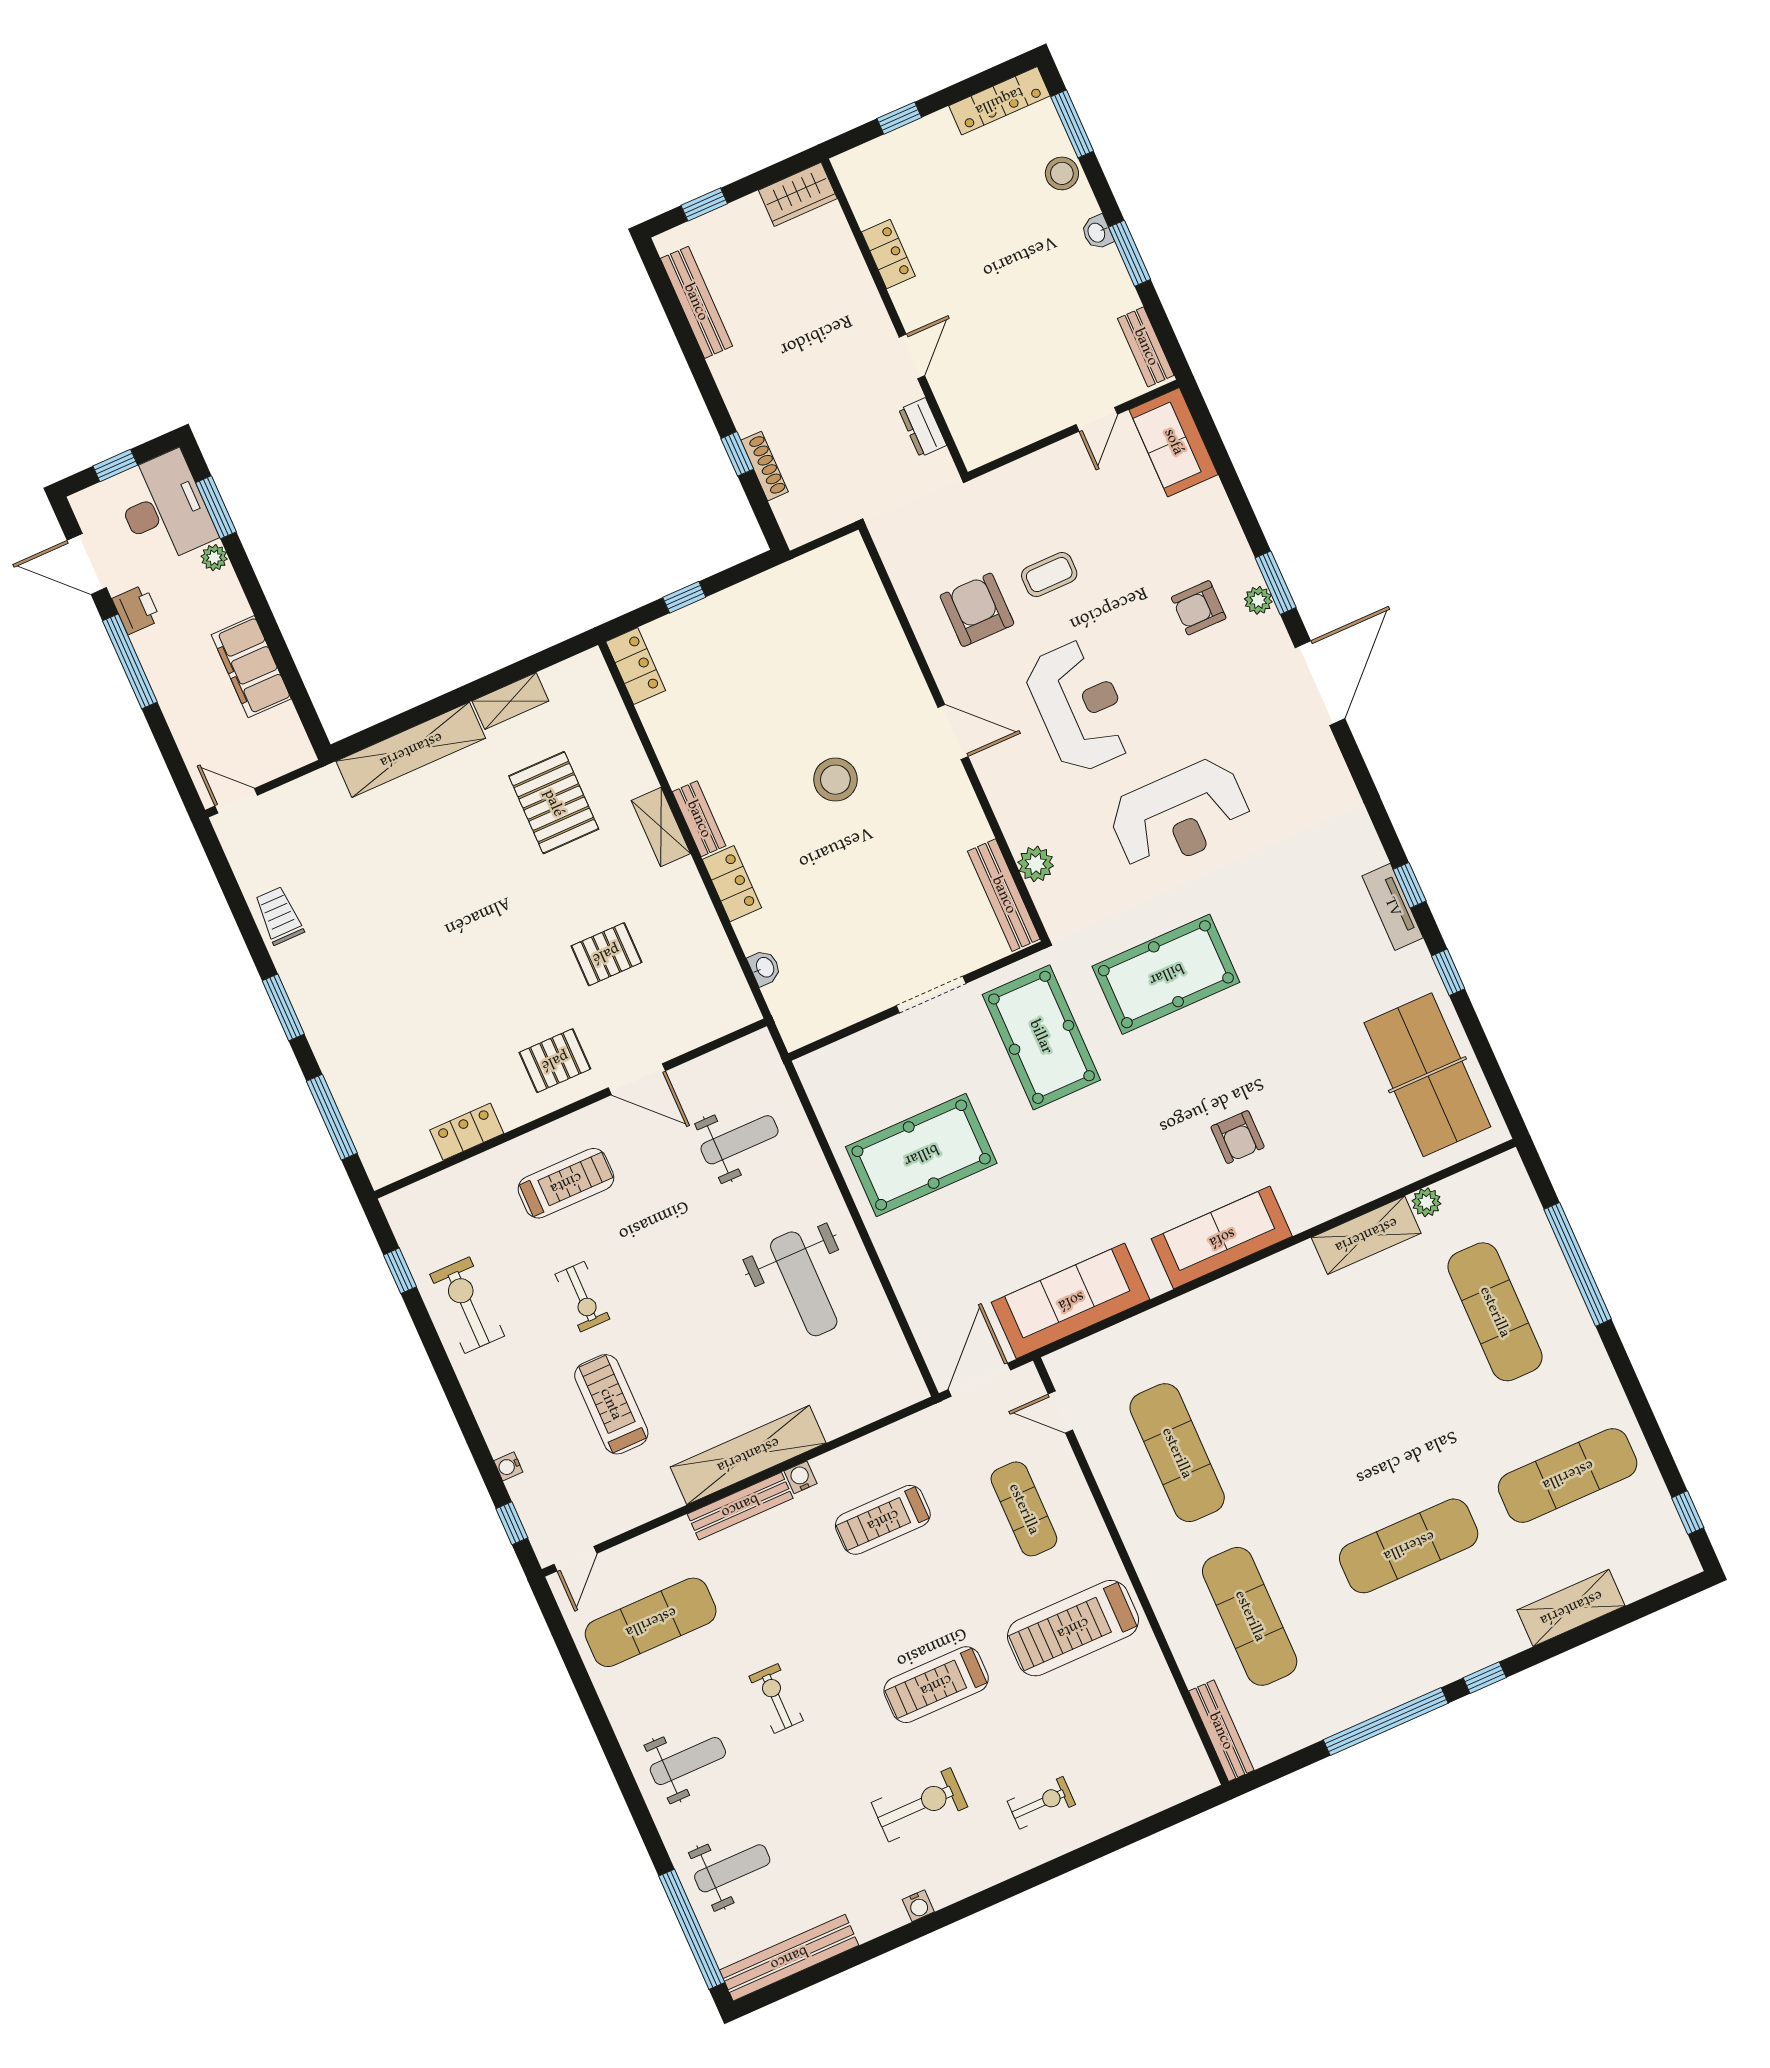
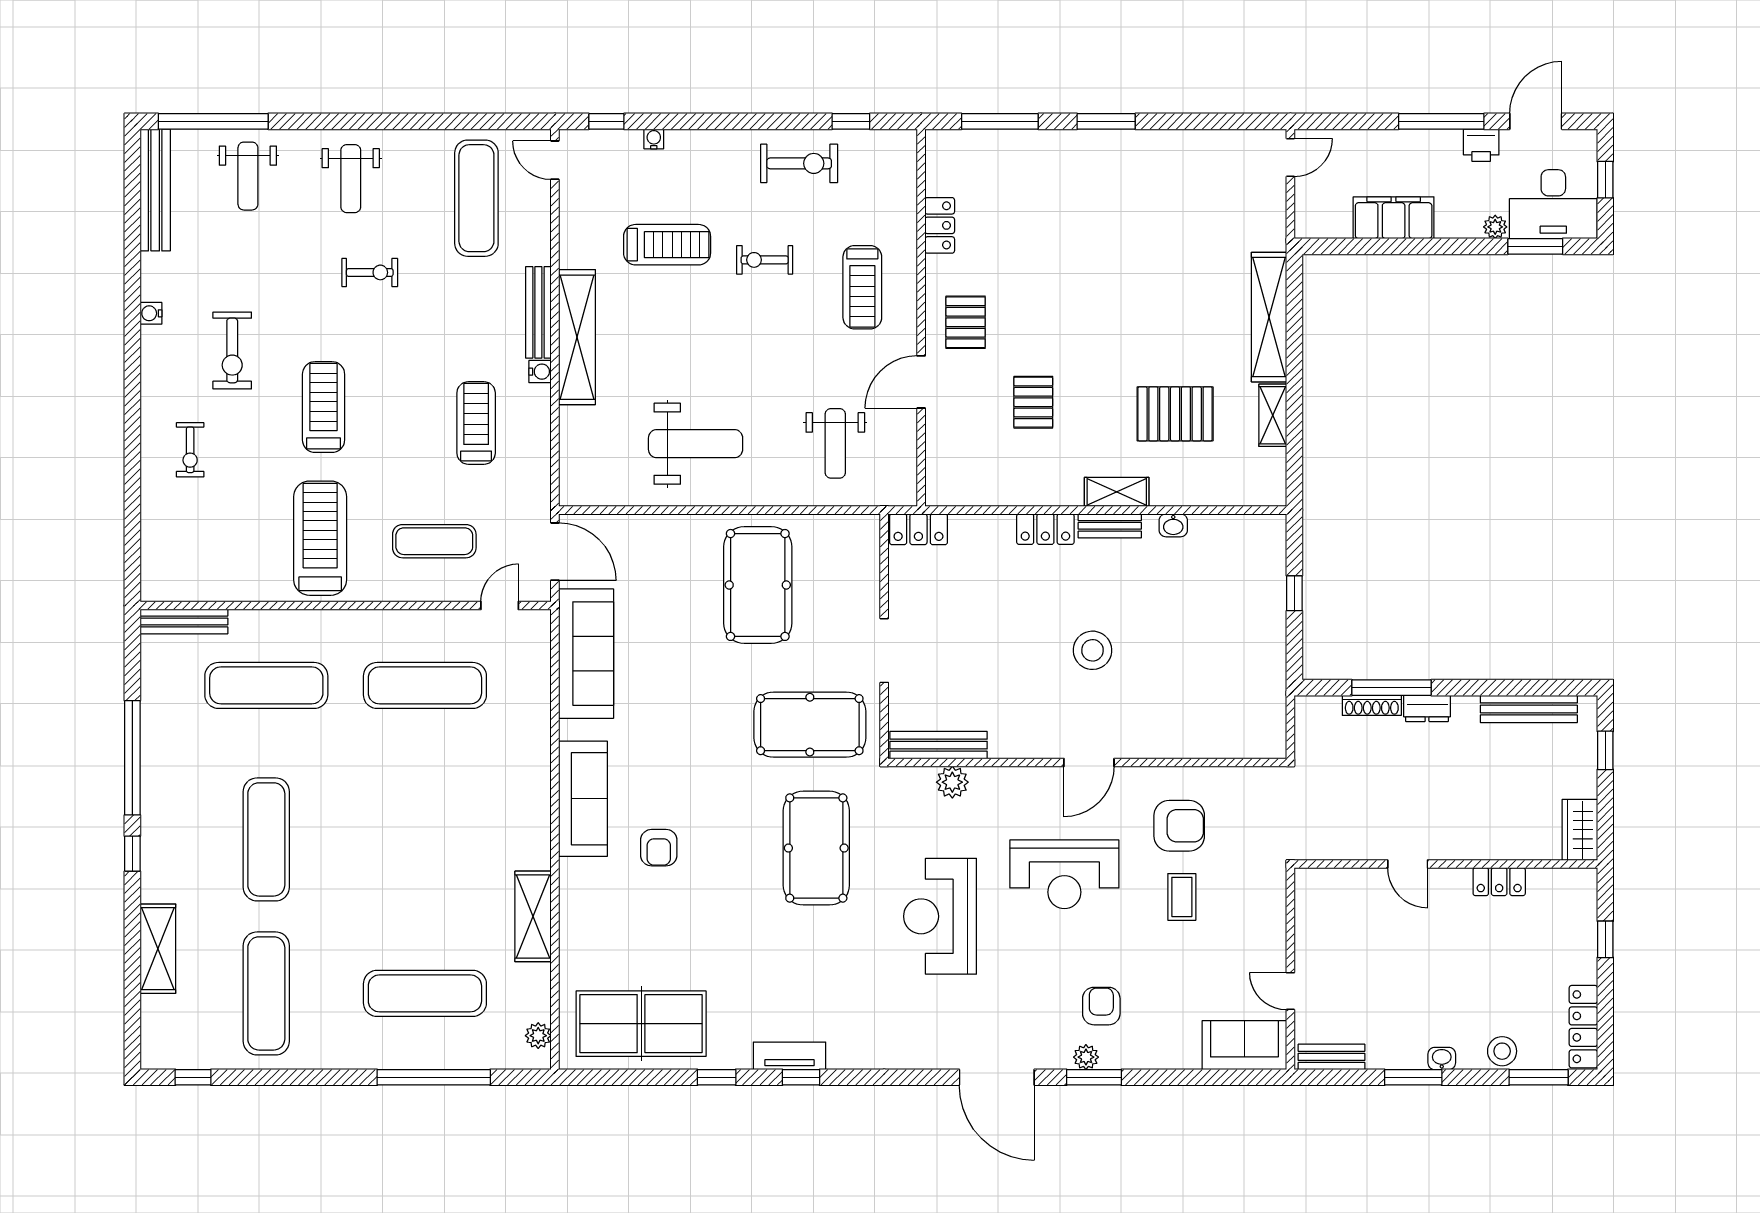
dresser: (923, 427) -> (1427, 708), moved, turned 180
window: (737, 454) -> (1391, 688), width x2.17
locker: (636, 666) -> (918, 529), moved
trolley: (279, 916) -> (1182, 151), removed
washbasin: (764, 968) -> (1173, 525), moved
armchair: (1238, 1137) -> (659, 848), turned -90
plant: (1426, 1202) -> (538, 1036), moved
weight bench: (804, 1284) -> (696, 444), turned 180

